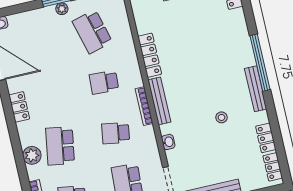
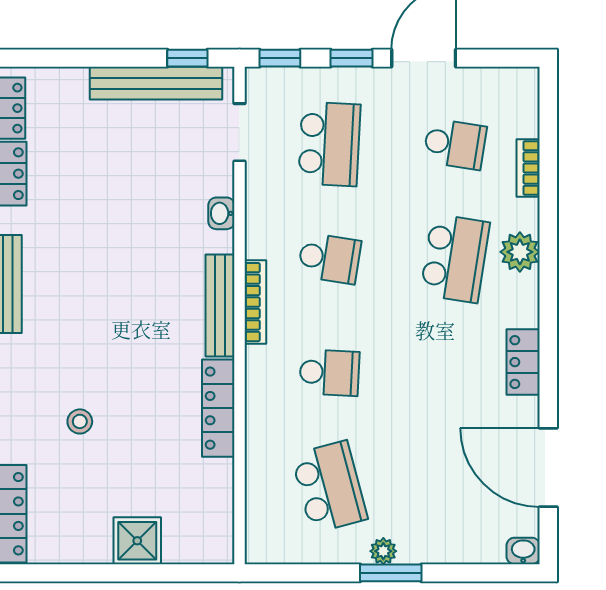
stool: (222, 117) -> (80, 421), moved

